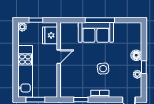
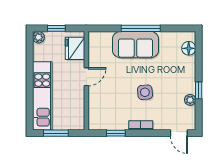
floor lamp: (136, 55) -> (189, 48), moved

